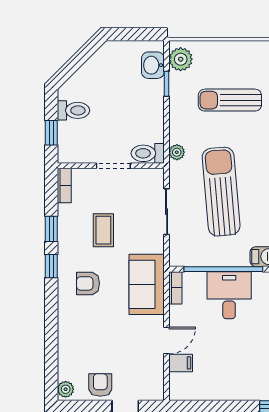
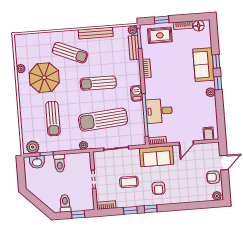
toilet: (148, 153) -> (60, 163), moved
door: (167, 340) -> (186, 143), swing flipped
filing cabinet: (181, 363) -> (208, 134), moved
plant: (256, 392) -> (211, 92), added

